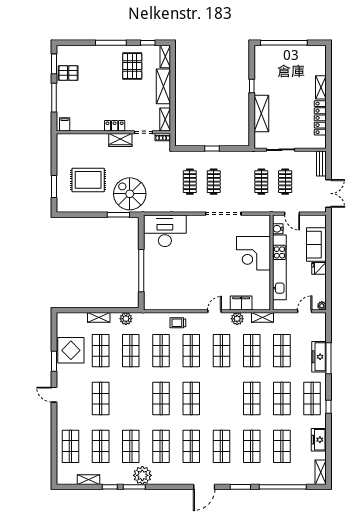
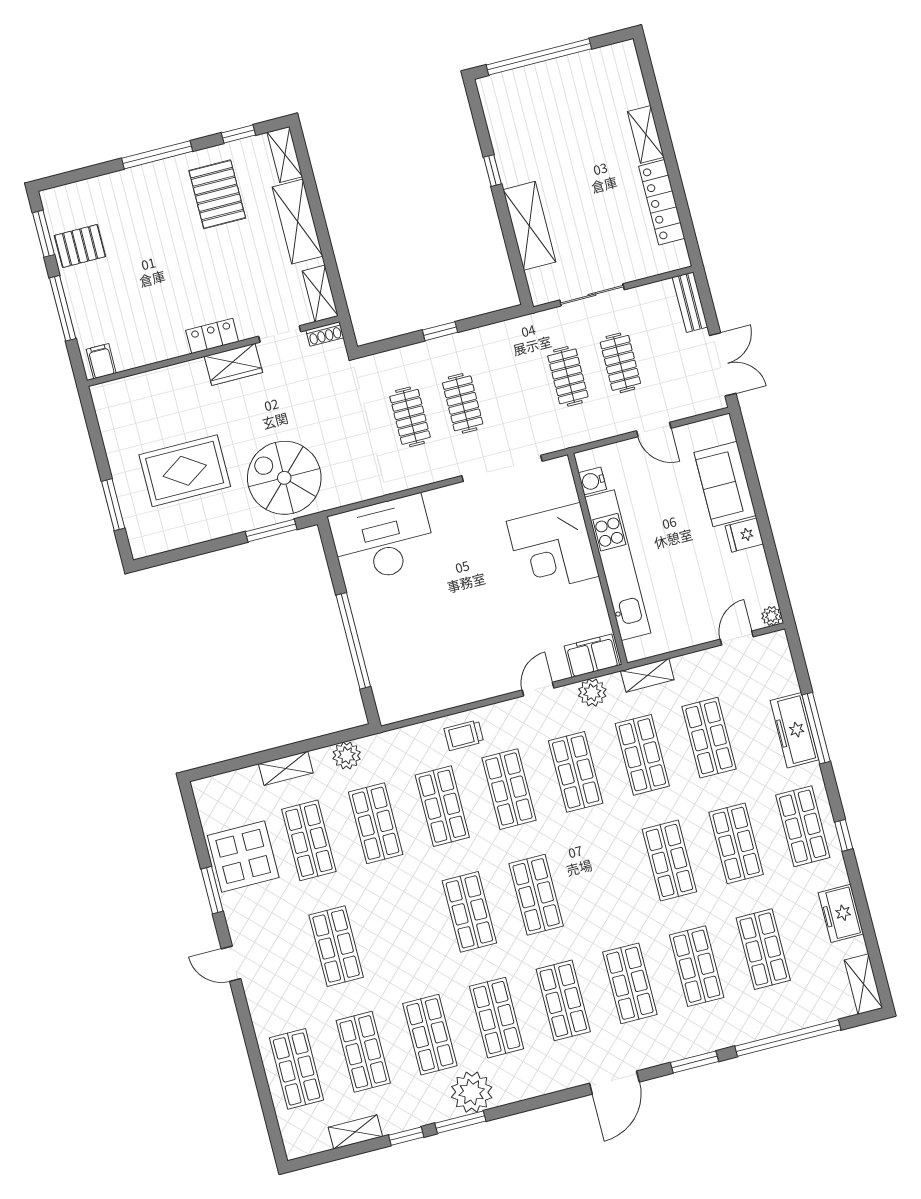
water cooler: (278, 229) -> (592, 481), moved
corner desk: (254, 253) -> (553, 549), moved
wall: (271, 262) -> (598, 559), moved
kitchen unit: (279, 267) -> (618, 565), moved

